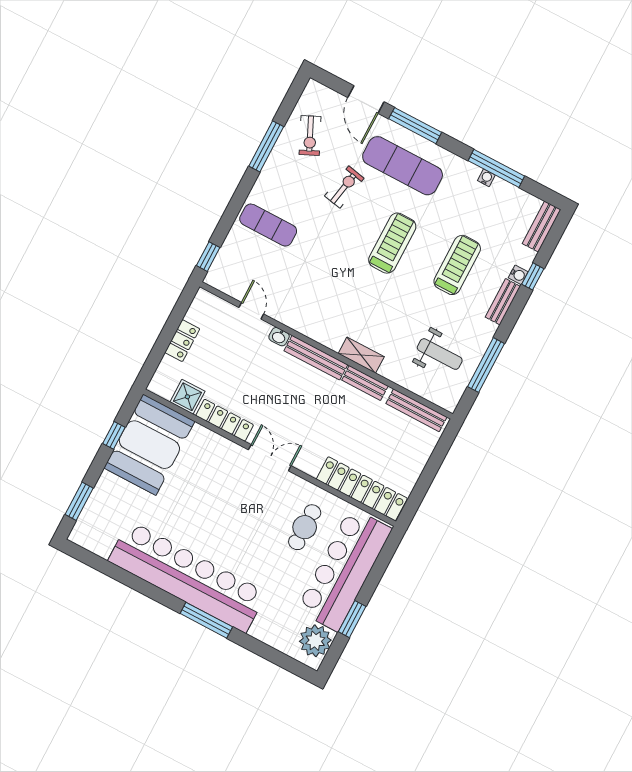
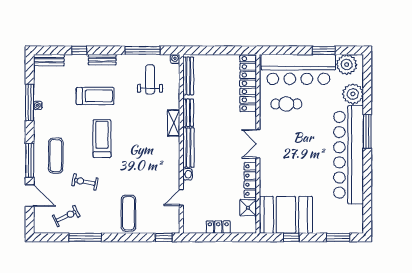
door: (366, 100) -> (30, 196), hinge flipped
exercise mat: (403, 166) -> (56, 156), width x0.73, depth x0.69
treadmill: (392, 243) -> (102, 139), turned 90
treadmill: (457, 265) -> (95, 96), turned 180
water cooler: (518, 275) -> (175, 59), moved
plant: (270, 628) -> (353, 94), added

